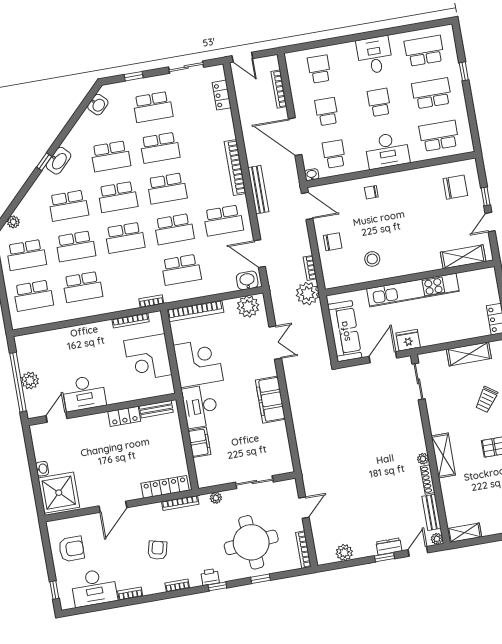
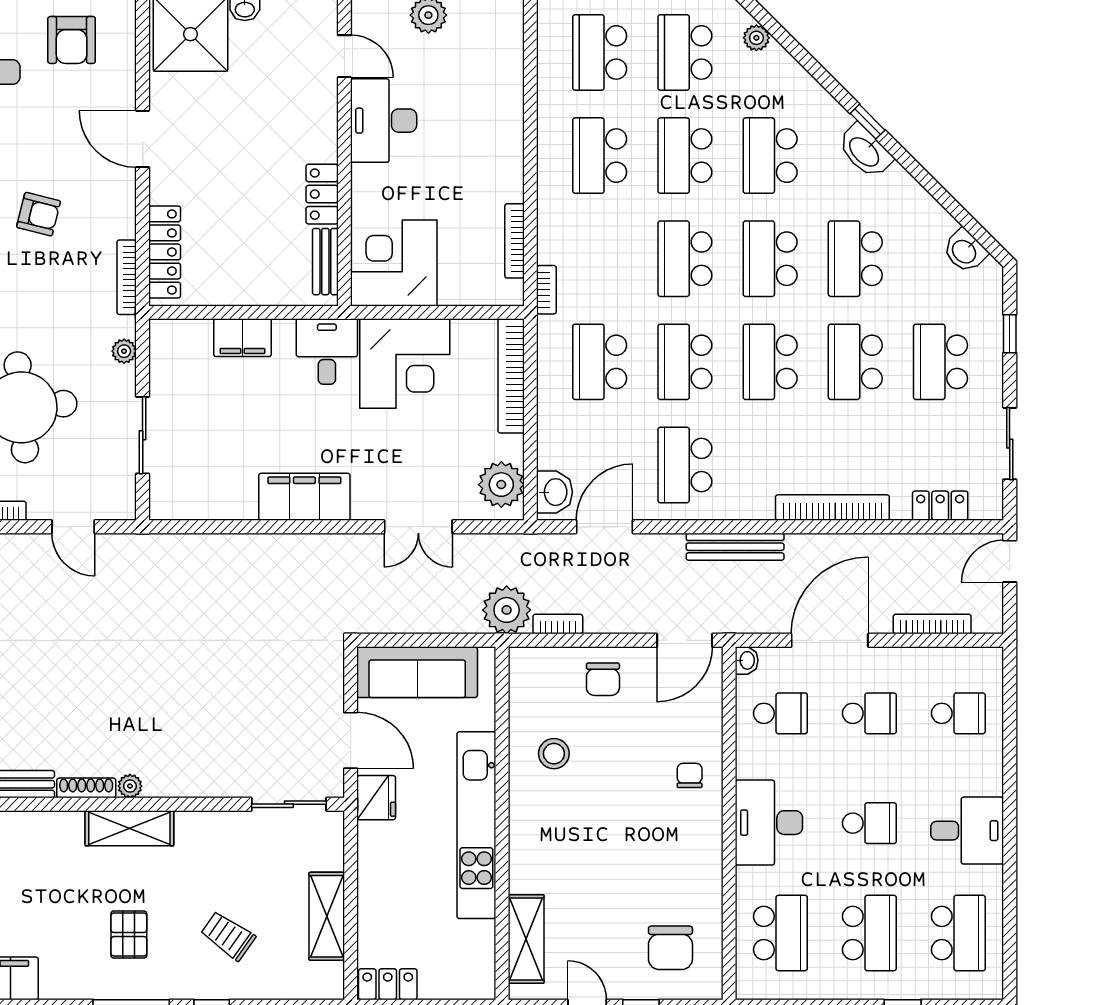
bookcase: (235, 167) -> (832, 508), moved
corner desk: (148, 358) -> (394, 263), moved
desk: (200, 406) -> (327, 352), width x0.73

